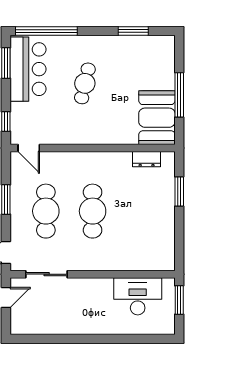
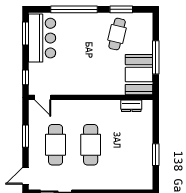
window: (46, 31) -> (74, 9), moved
cafe table: (85, 83) -> (117, 34), moved
window: (179, 192) -> (156, 155), moved

